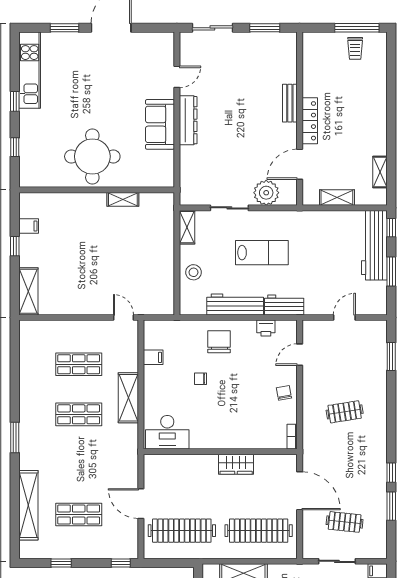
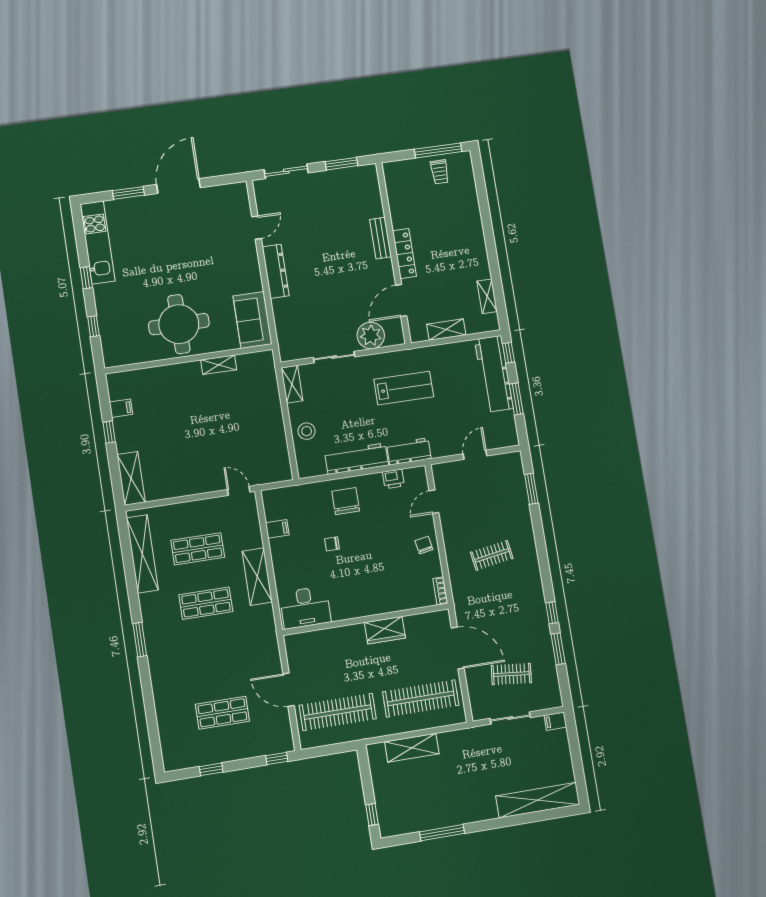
sofa: (160, 124) -> (252, 320), moved
lab bench: (262, 253) -> (404, 388), moved
shelving: (28, 505) -> (142, 554), moved

